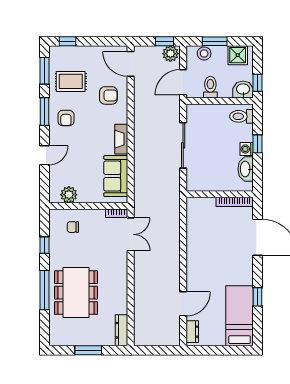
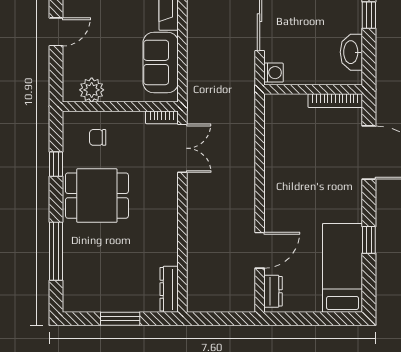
washing machine: (247, 149) -> (274, 73), moved, turned 180
window: (45, 290) -> (56, 251), moved
dining table: (76, 293) -> (97, 196), moved, width x0.73

